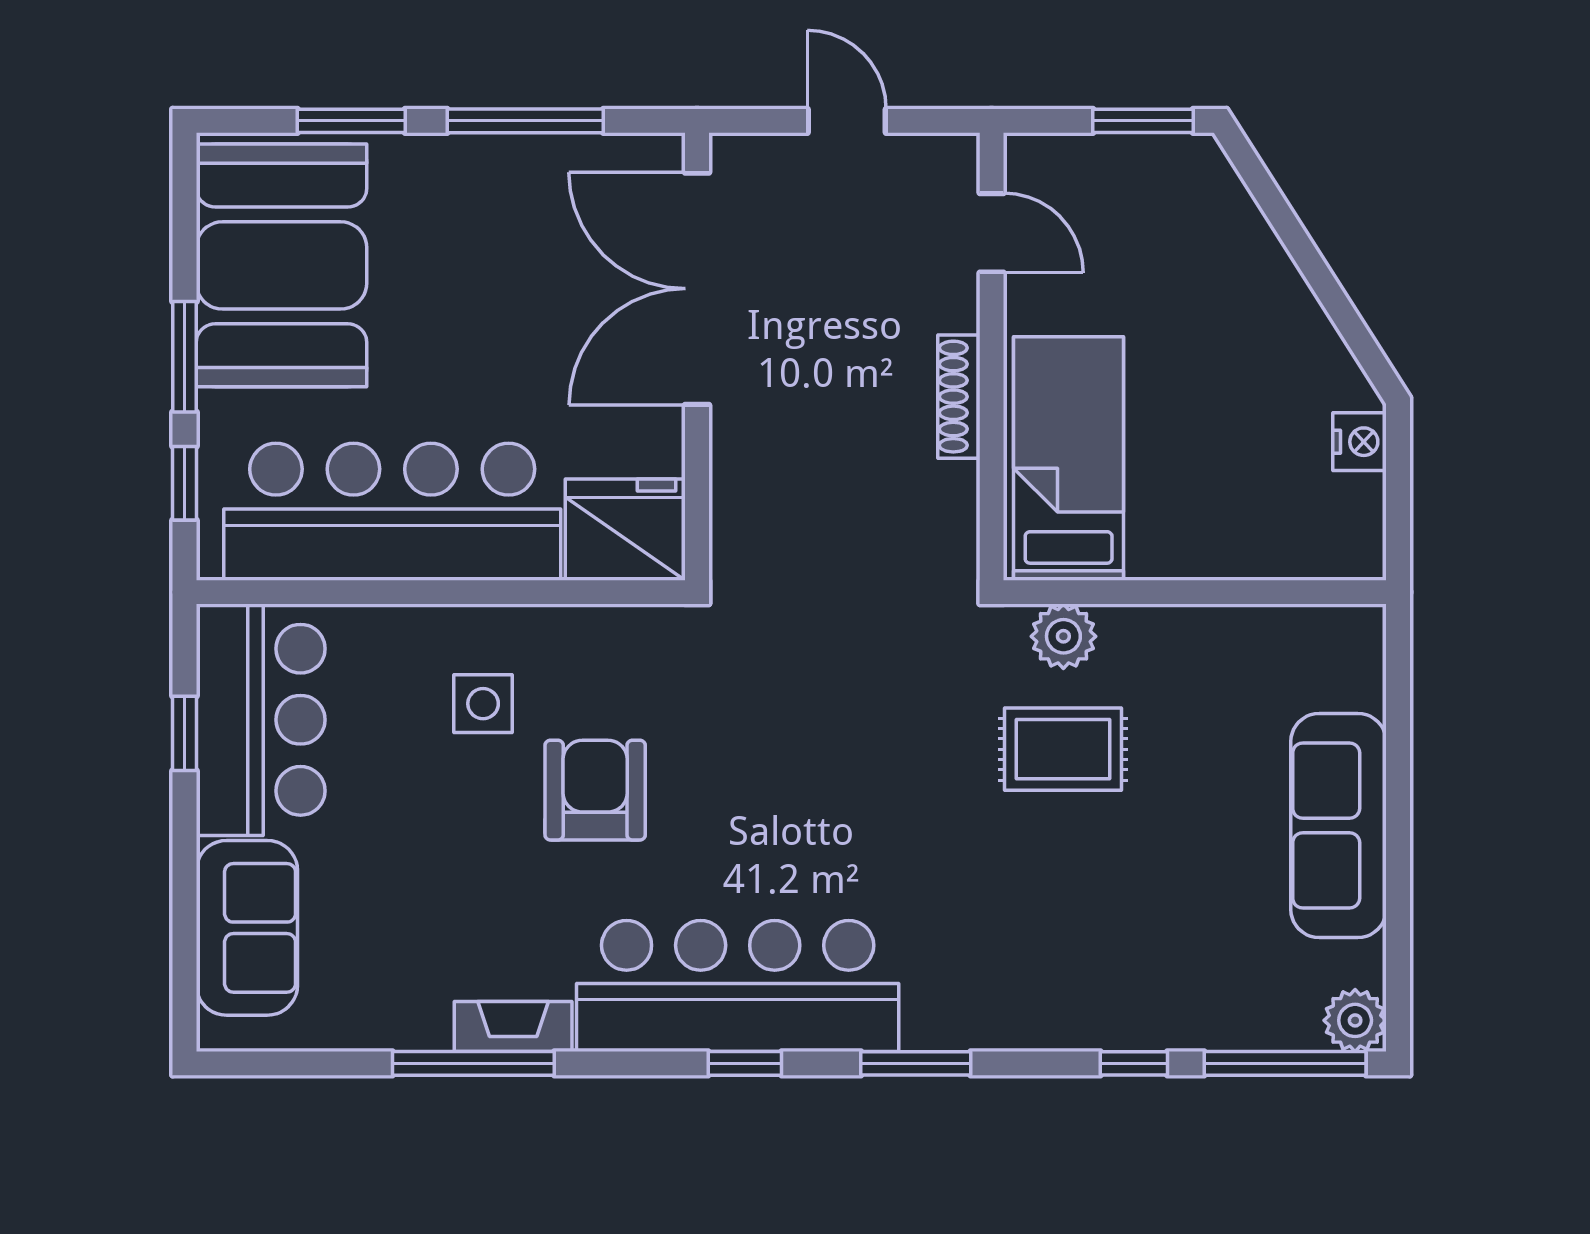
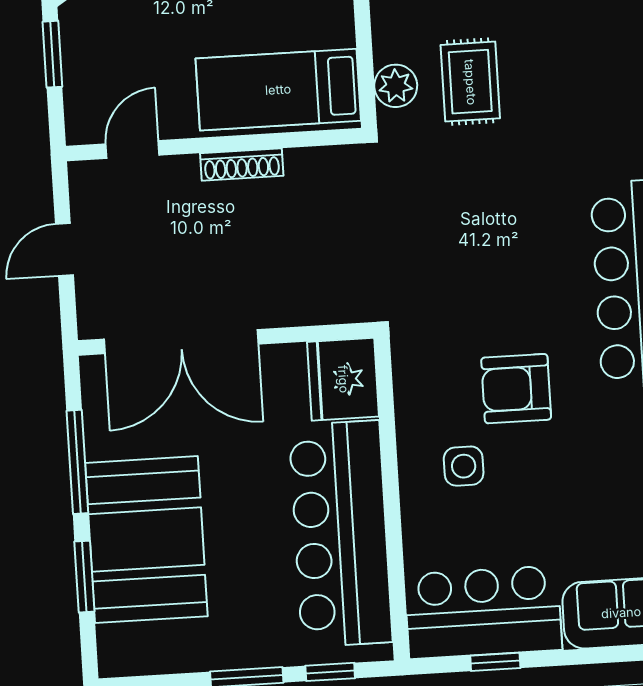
booth: (281, 265) -> (146, 540), moved, turned 90

